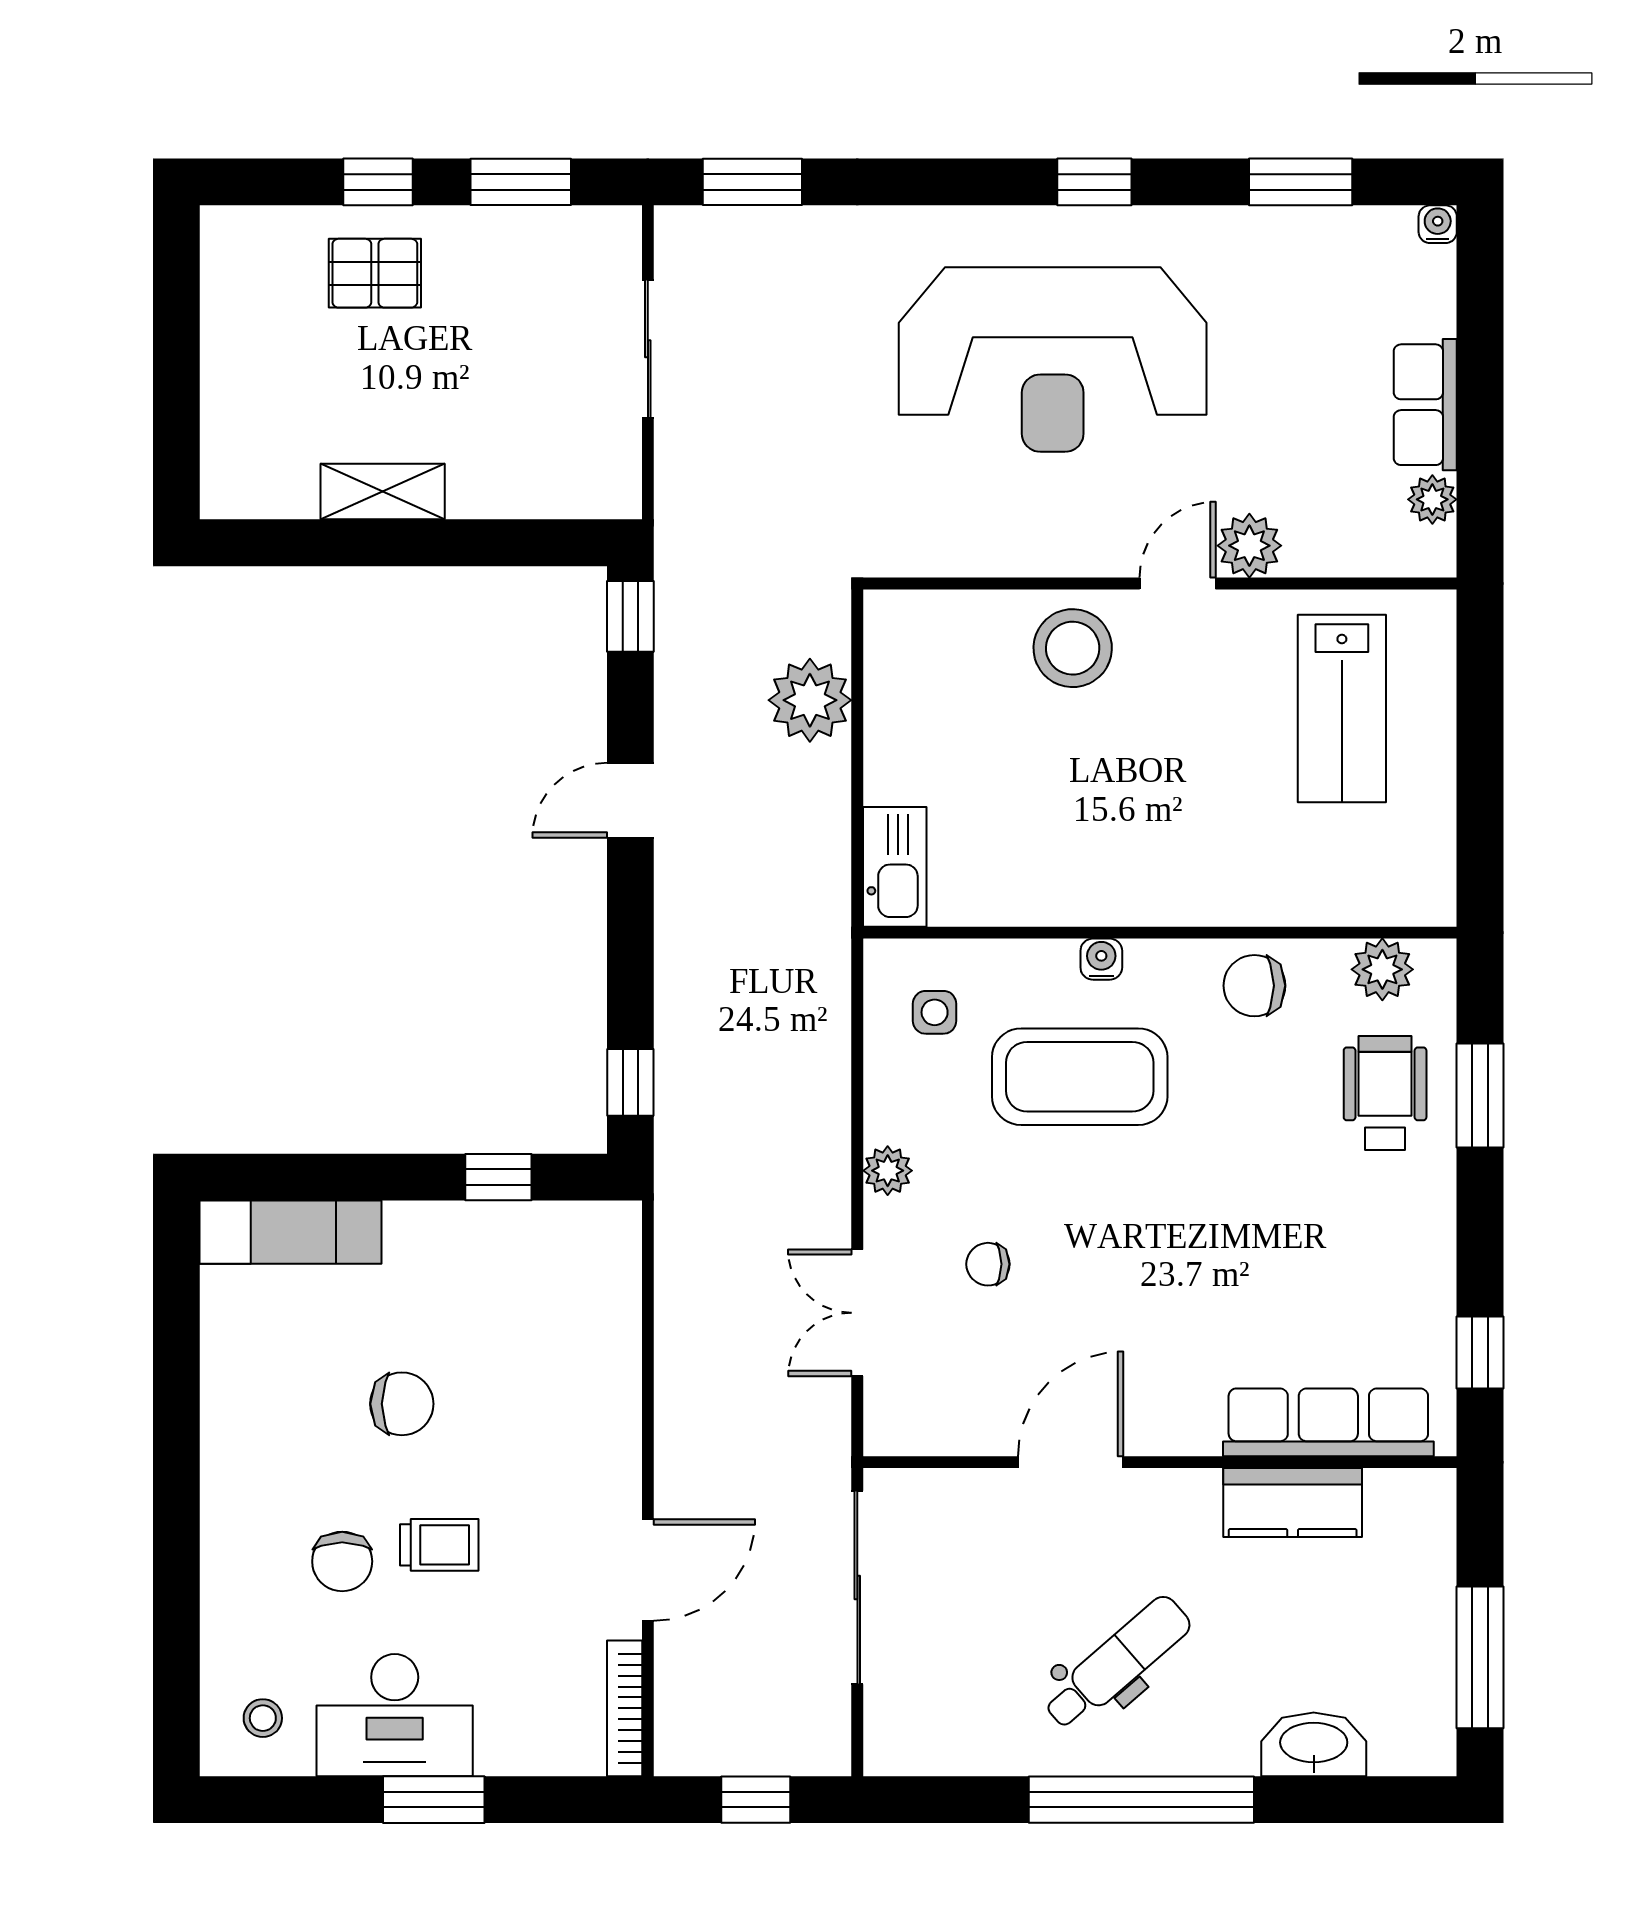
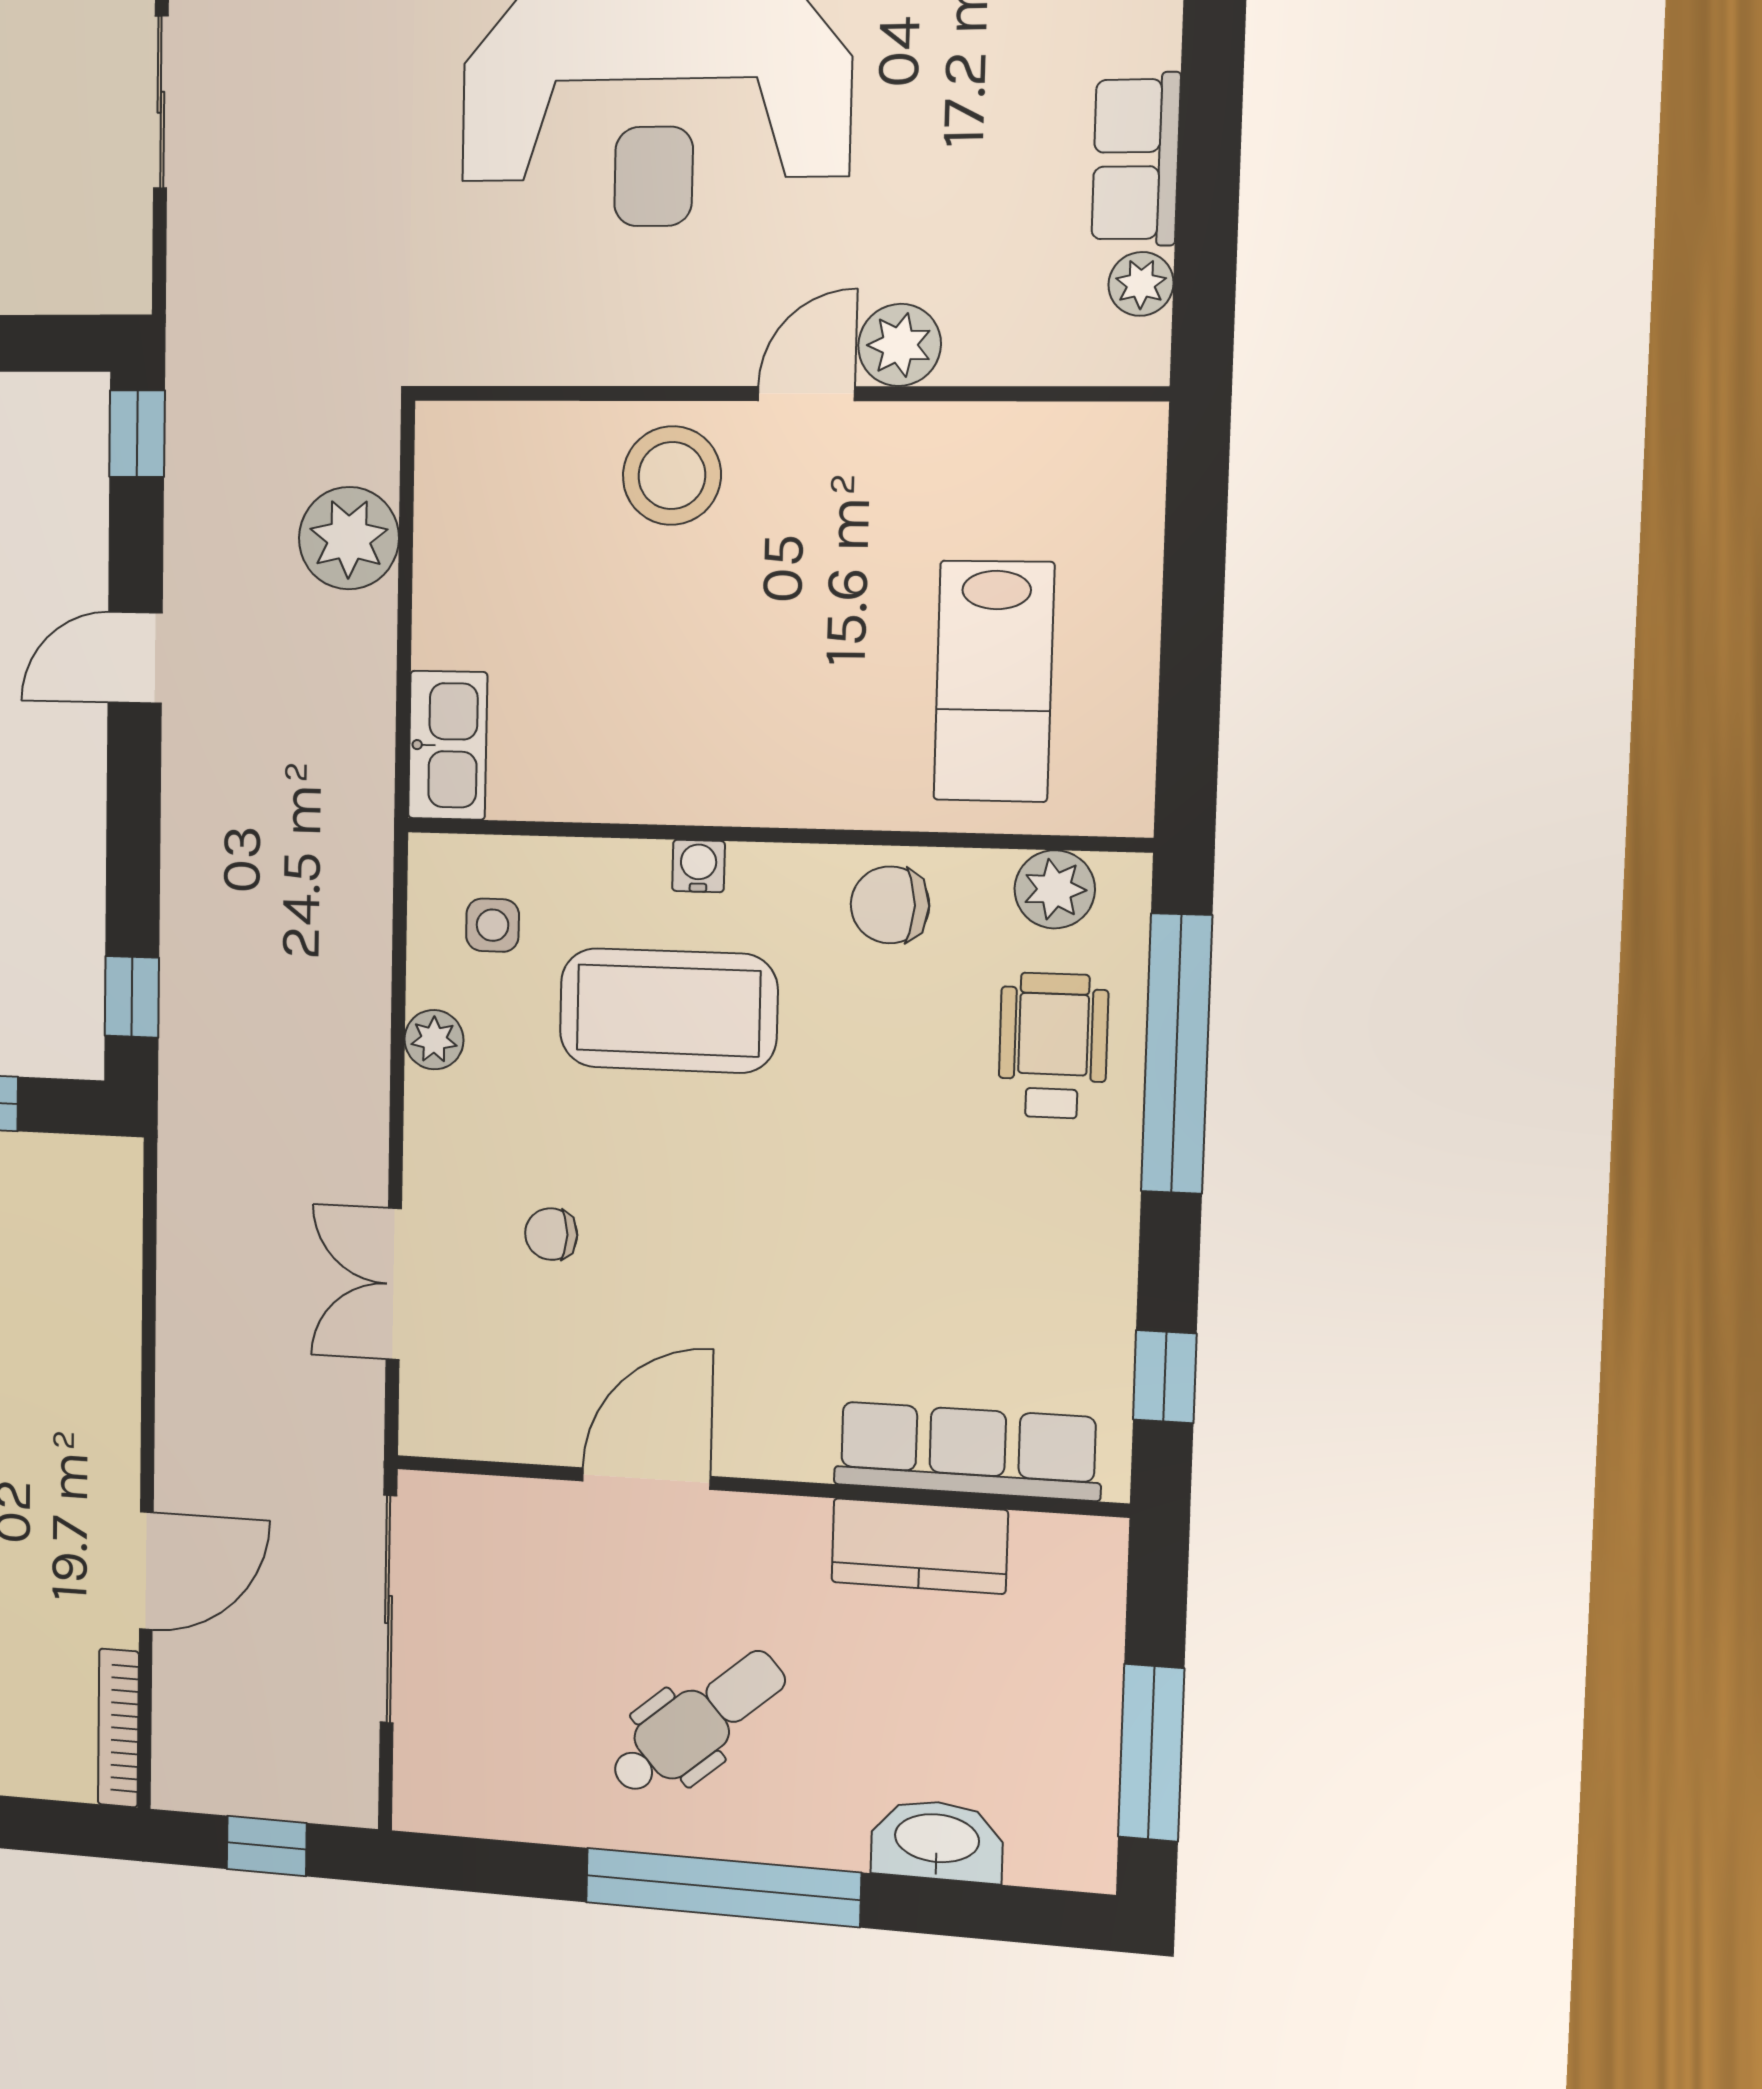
lab bench: (1342, 709) -> (994, 681), moved
window: (1480, 1096) -> (1177, 1054), width x2.11
plant: (888, 1171) -> (434, 1040), moved

